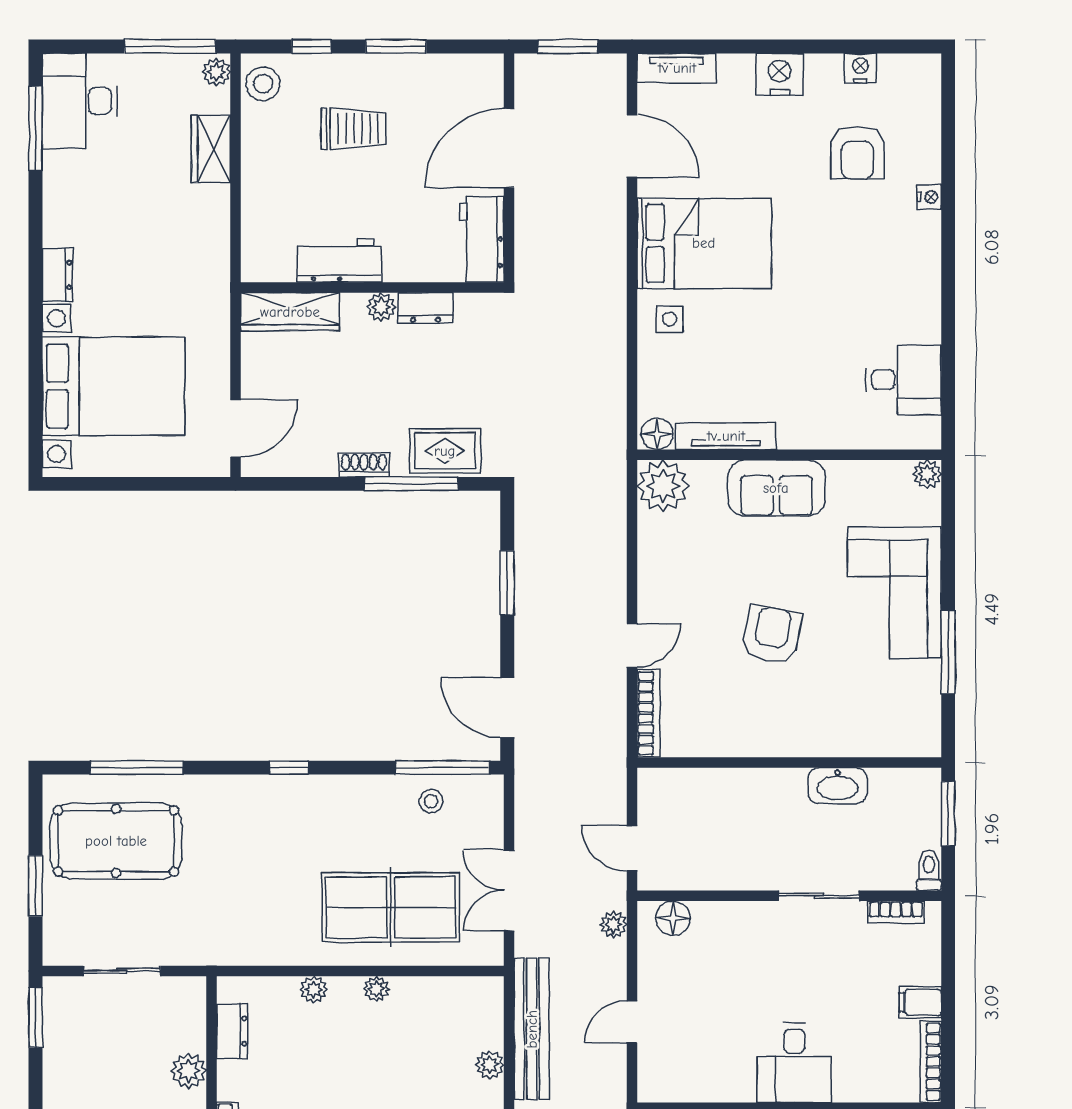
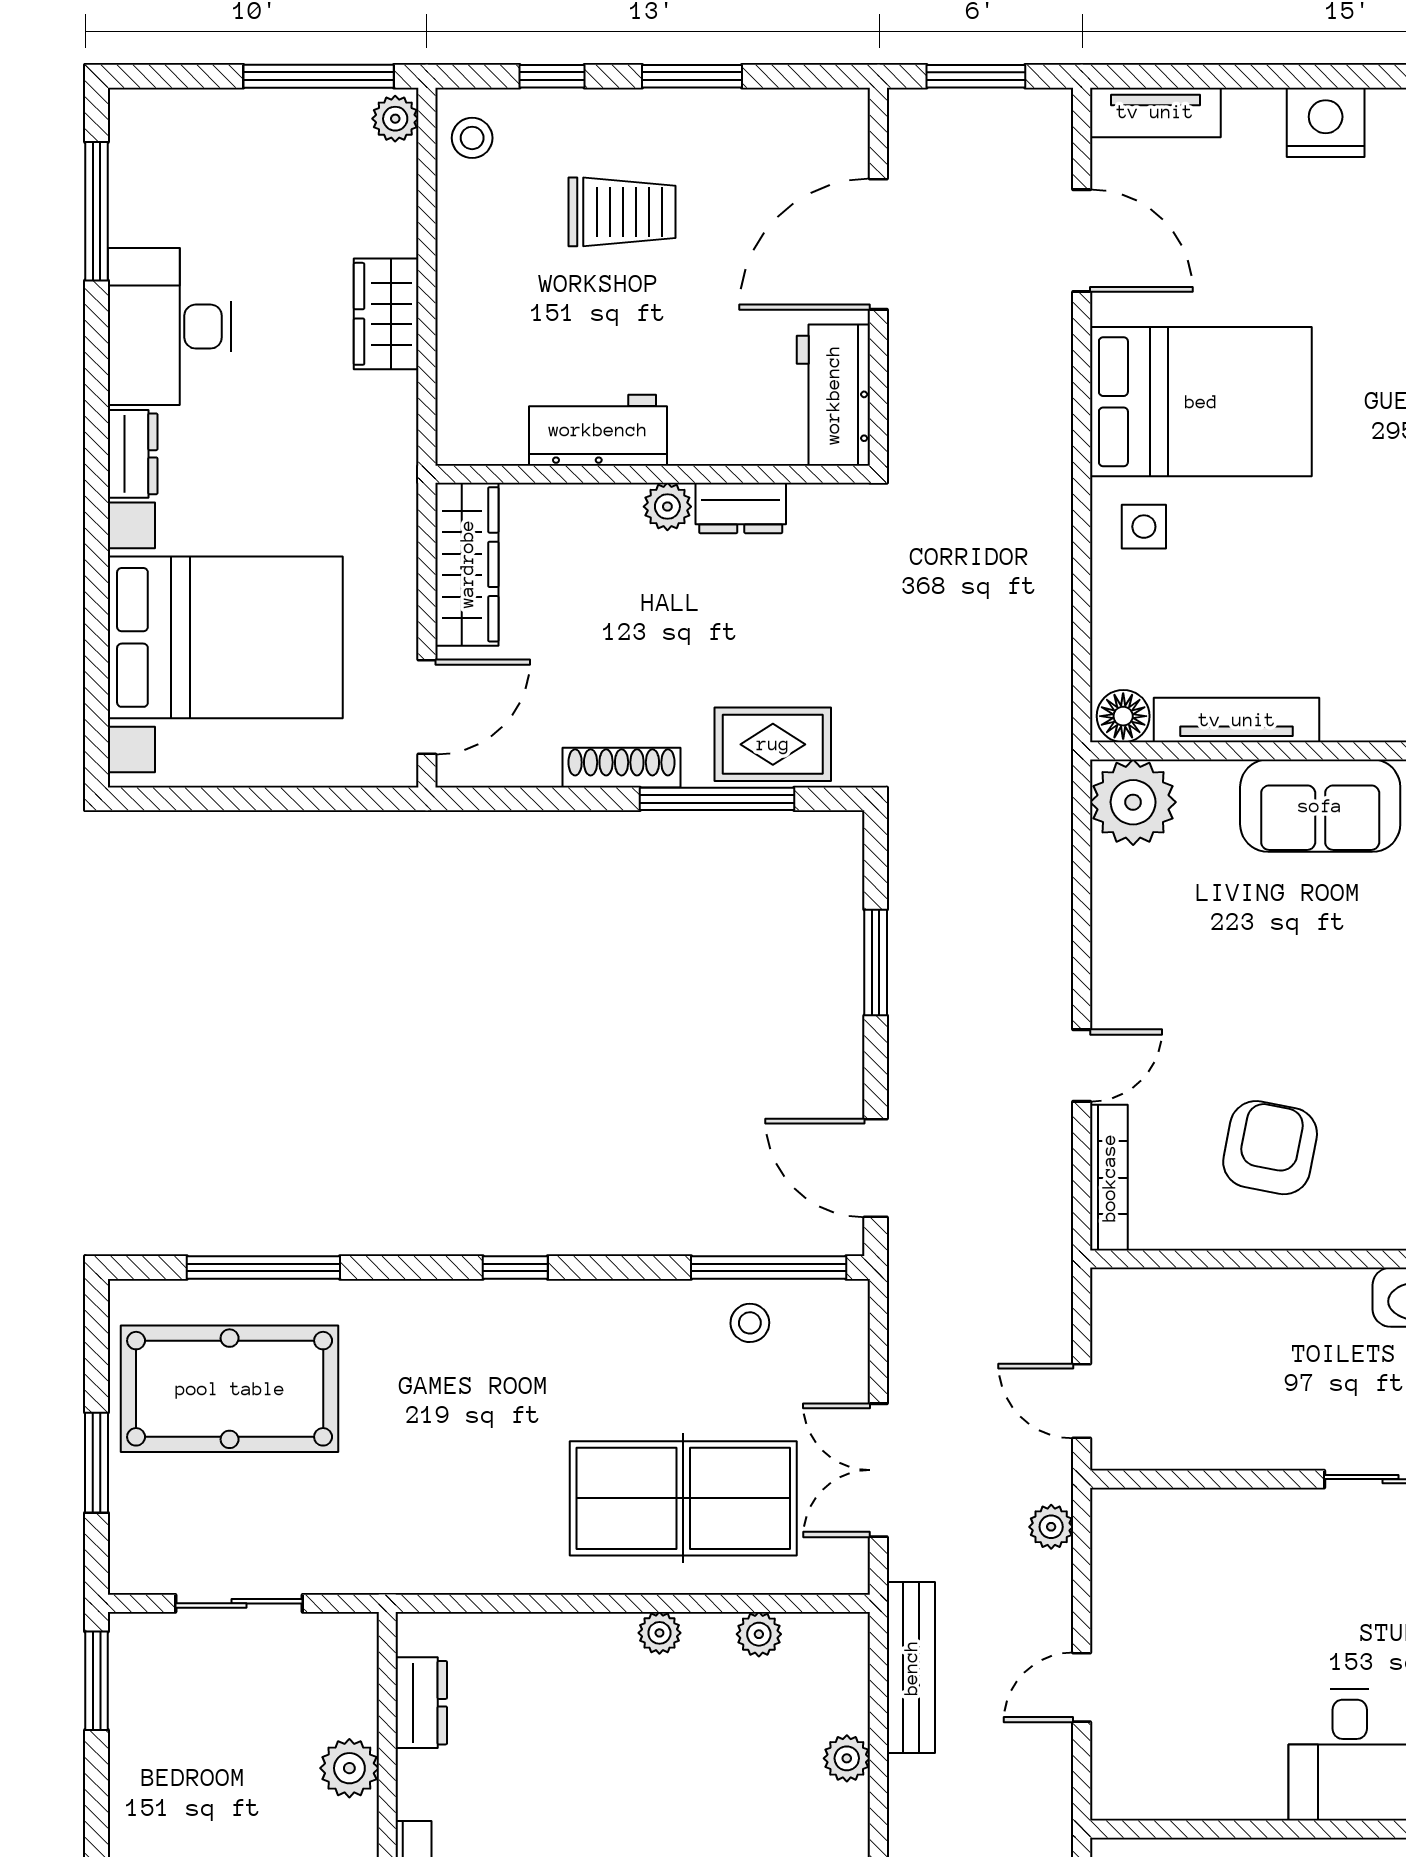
stool: (263, 84) -> (472, 138), width x0.73, depth x0.73
desk: (80, 101) -> (170, 327), moved
wardrobe: (211, 149) -> (386, 314), moved
wardrobe: (290, 312) -> (467, 564), moved, turned -90
shoe rack: (364, 465) -> (622, 768), width x1.43
armchair: (772, 635) -> (1270, 1148), moved
floor lamp: (673, 918) -> (1149, 1516), removed
plant: (314, 990) -> (759, 1634), moved
bench: (532, 1029) -> (911, 1668), width x0.73, depth x0.82

